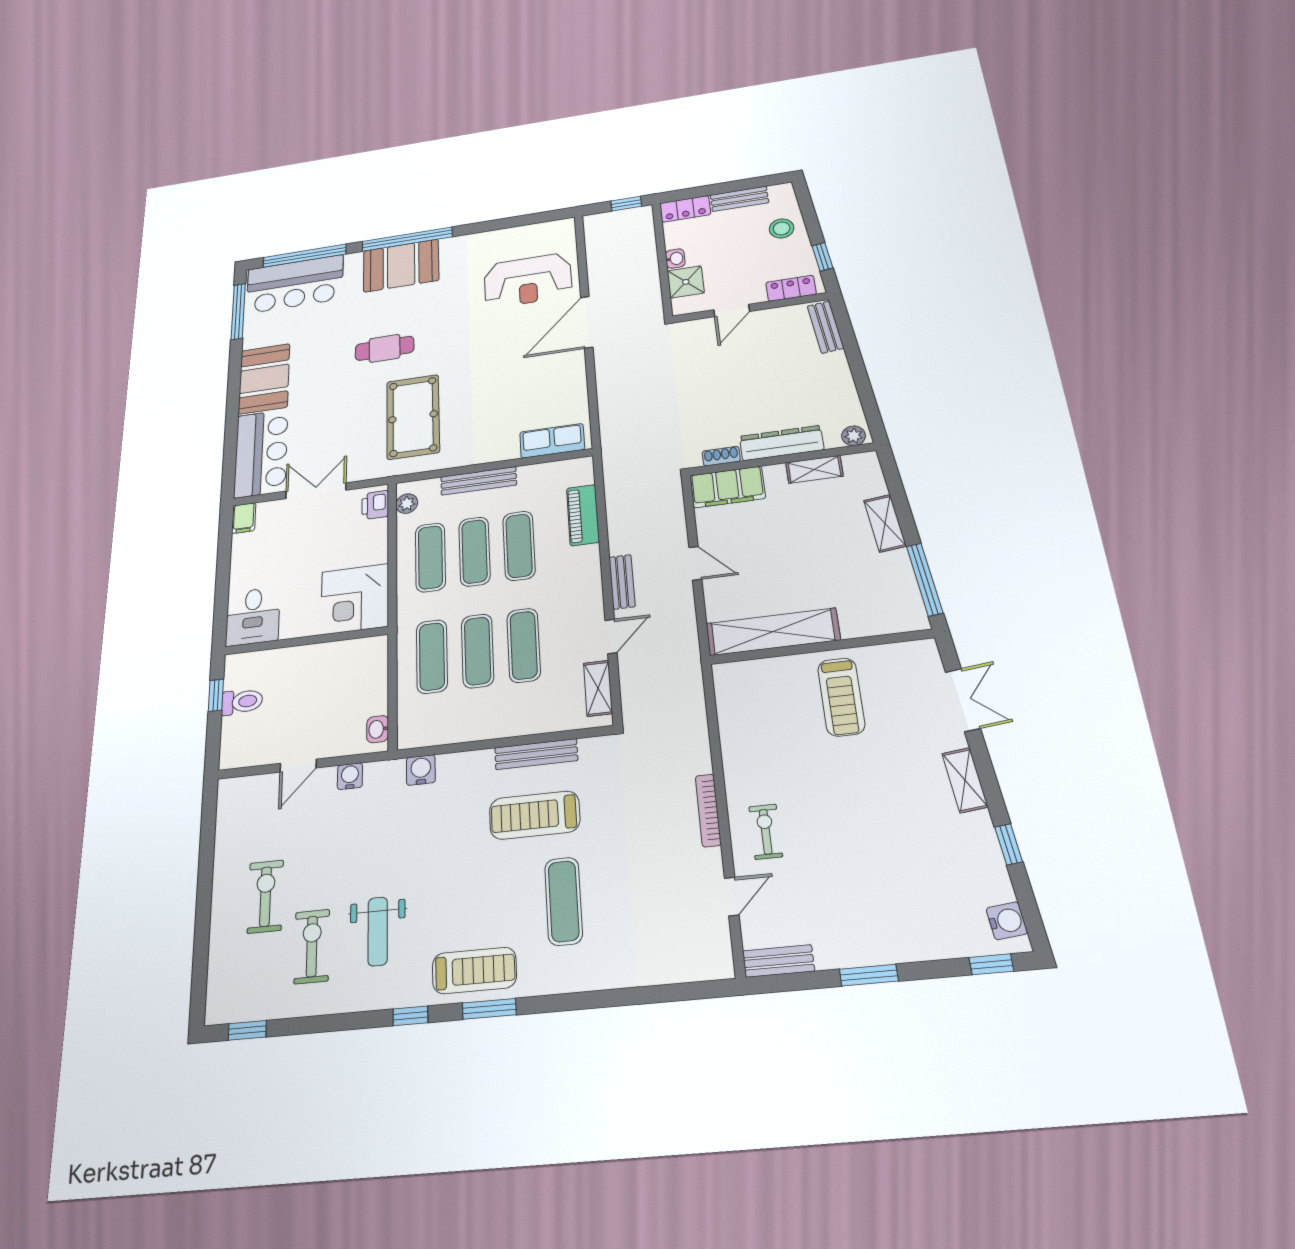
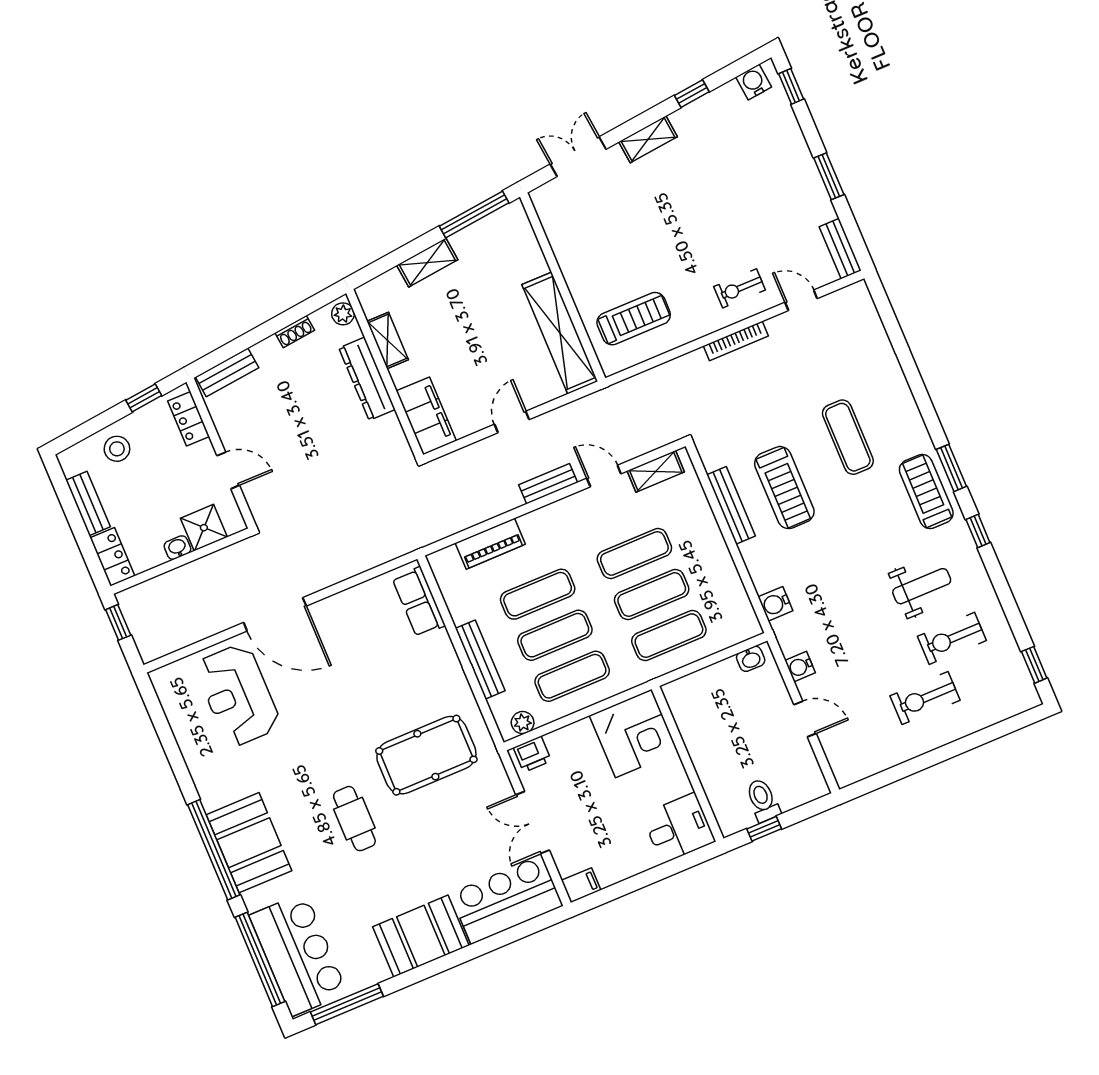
reception desk: (528, 280) -> (238, 695), turned 180
shoe rack: (721, 456) -> (295, 332), moved, turned -96
treadmill: (841, 697) -> (634, 319), moved
exercise mat: (564, 901) -> (848, 437), turned 90

